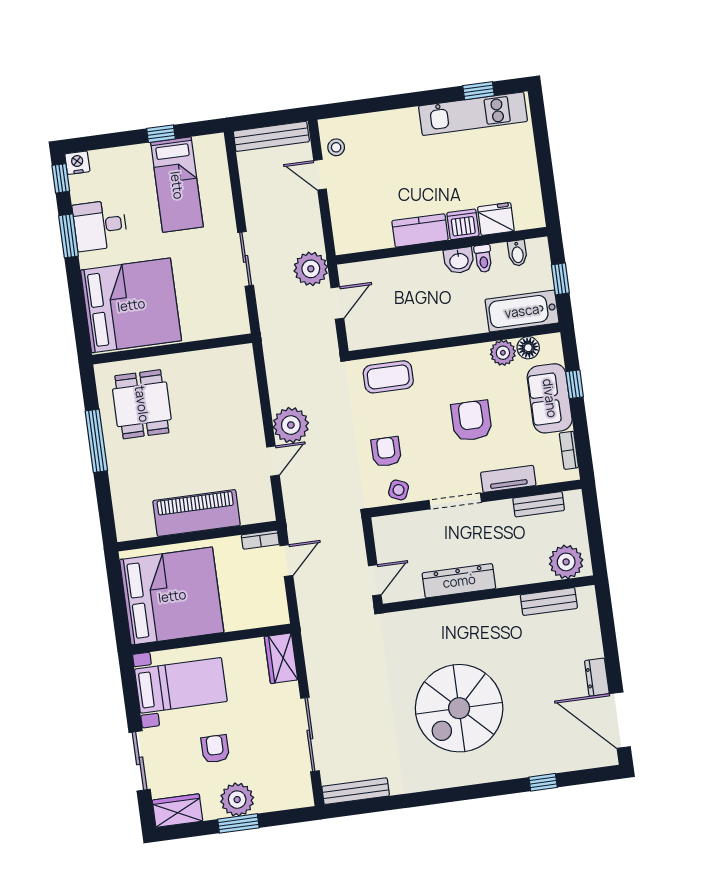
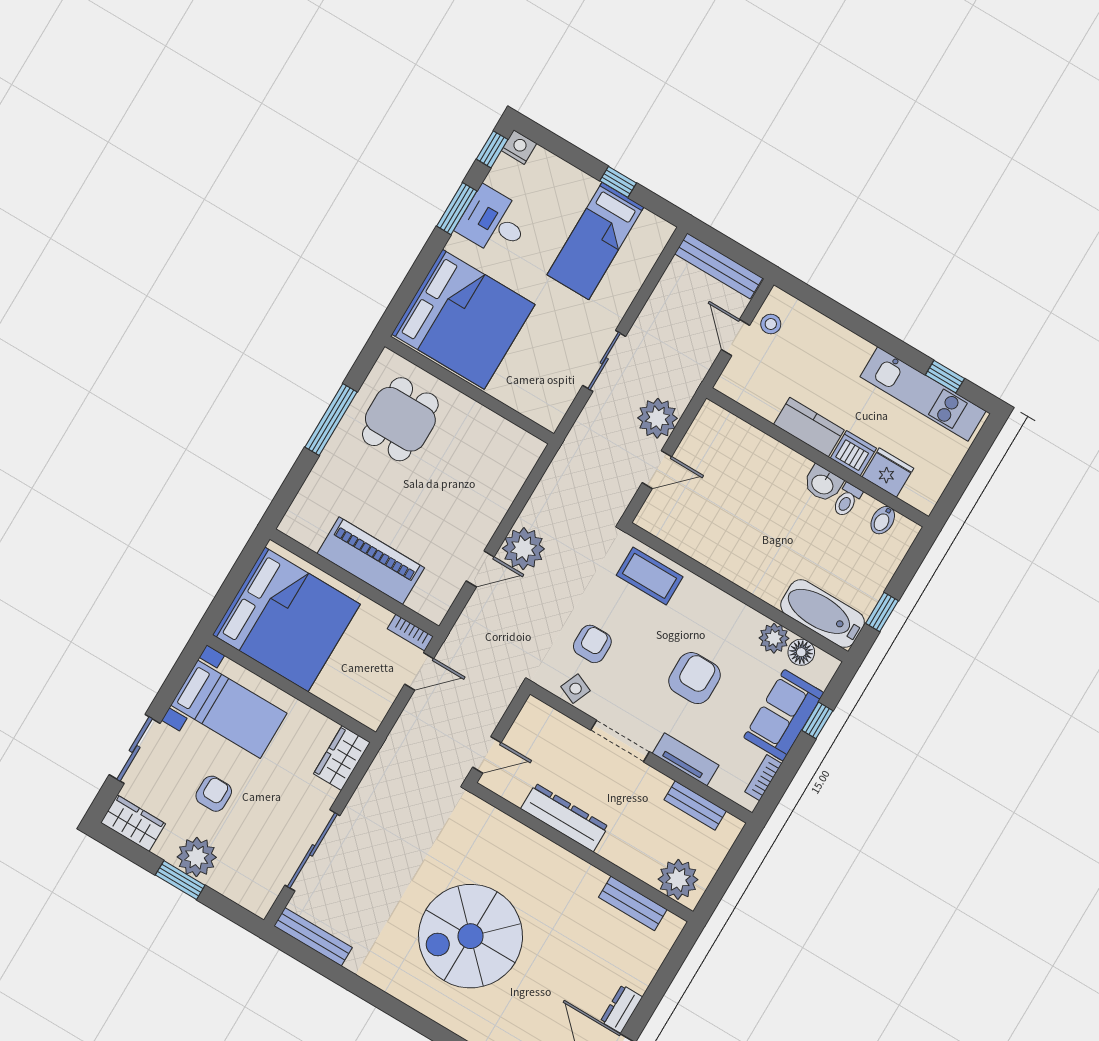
fridge: (496, 219) -> (888, 473), moved
dishwasher: (463, 224) -> (853, 453), moved
kitchen counter: (420, 230) -> (809, 427), moved
wall: (442, 246) -> (818, 457), moved
bidet: (517, 253) -> (883, 520), moved
toilet: (483, 259) -> (847, 500), moved
washbasin: (459, 260) -> (823, 484), moved

